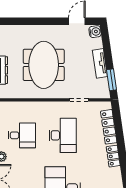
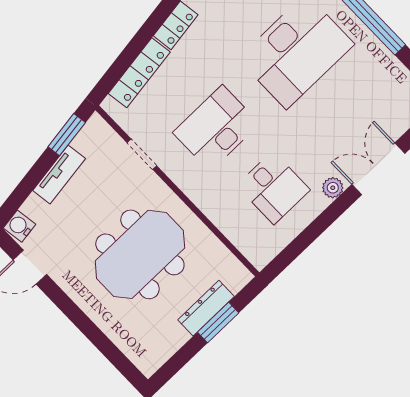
desk: (22, 135) -> (273, 188), turned 180

